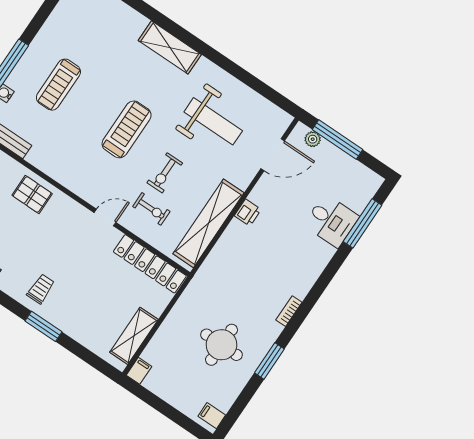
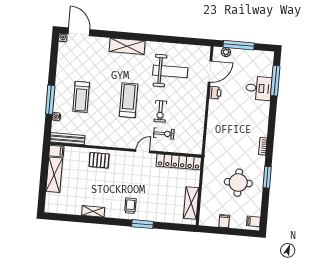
printer: (248, 213) -> (215, 93), moved
shelving: (208, 223) -> (197, 125), removed
filing cabinet: (139, 371) -> (224, 221), moved

